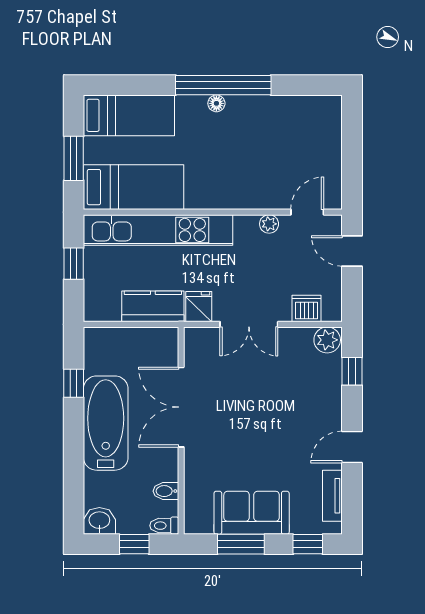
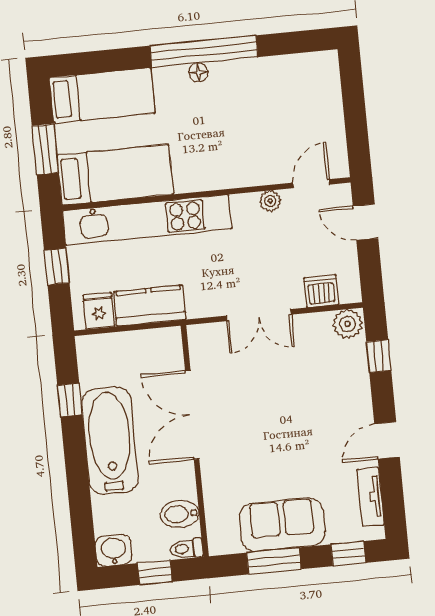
fridge: (199, 307) -> (99, 311), moved
bidet: (166, 491) -> (180, 514), width x1.38, depth x1.36

